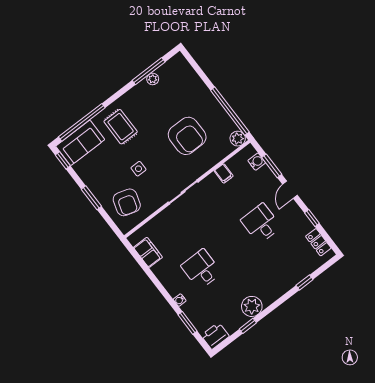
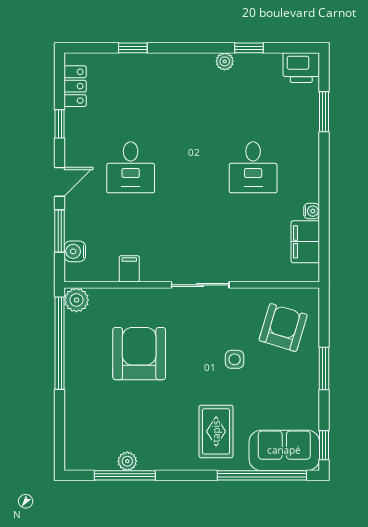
water cooler: (180, 300) -> (312, 211), moved
plant: (252, 306) -> (225, 61), width x0.53, depth x0.53

